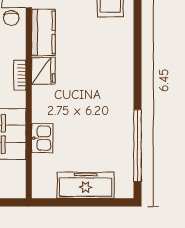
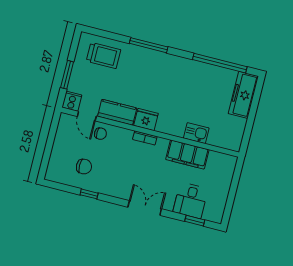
window: (138, 51) -> (149, 45), added
freezer: (86, 185) -> (243, 95), moved

